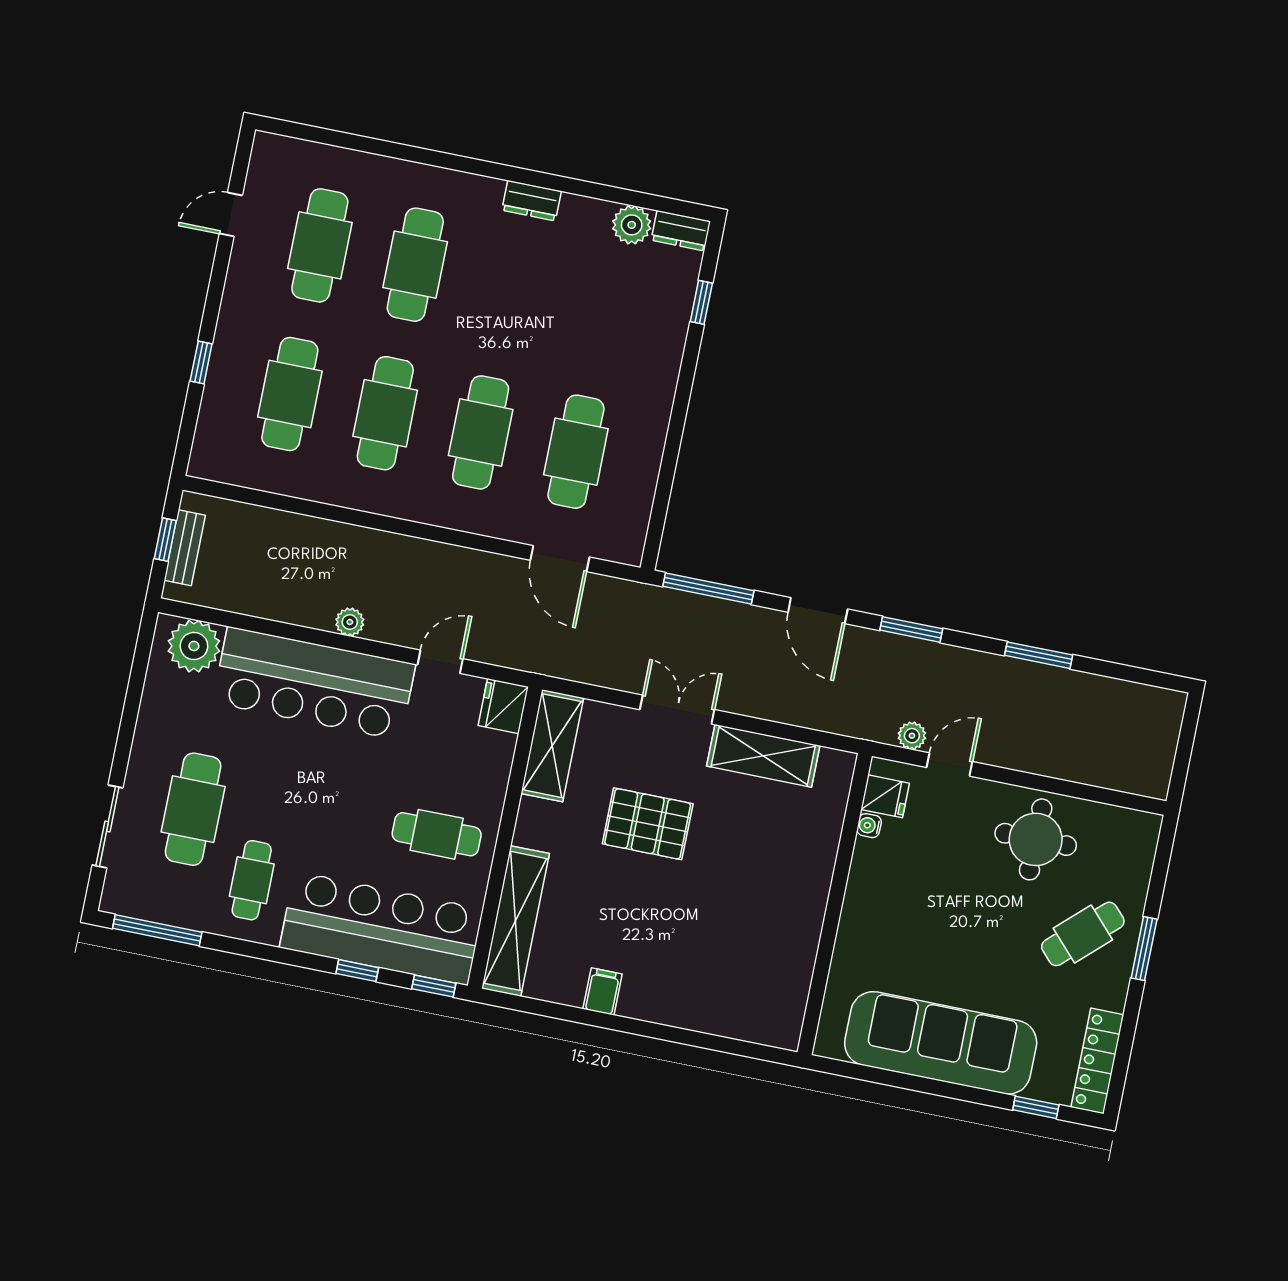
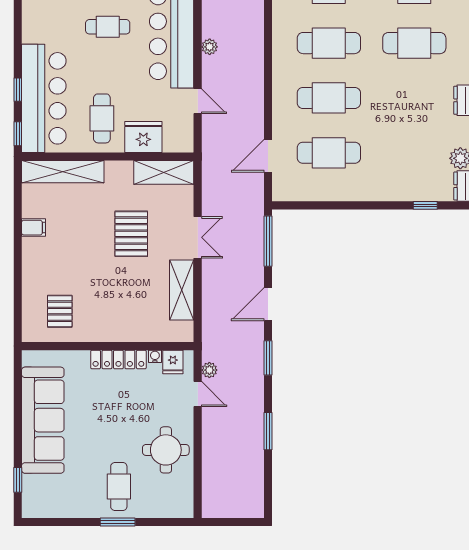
fridge: (503, 706) -> (143, 137), moved, width x1.36, depth x1.34
cafe table: (252, 880) -> (108, 27), moved
cafe table: (1083, 934) -> (119, 487), turned 43
pallet: (757, 975) -> (60, 311), added
locker: (1097, 1061) -> (118, 359), moved, turned 180

